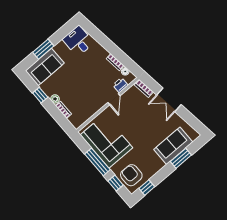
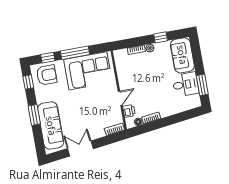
desk: (78, 41) -> (185, 84), moved
window: (43, 49) -> (202, 85), moved
door: (114, 99) -> (120, 98), swing flipped
double door: (169, 100) -> (80, 149), moved
sofa: (173, 146) -> (51, 126), width x1.36
window: (181, 158) -> (34, 115), moved

